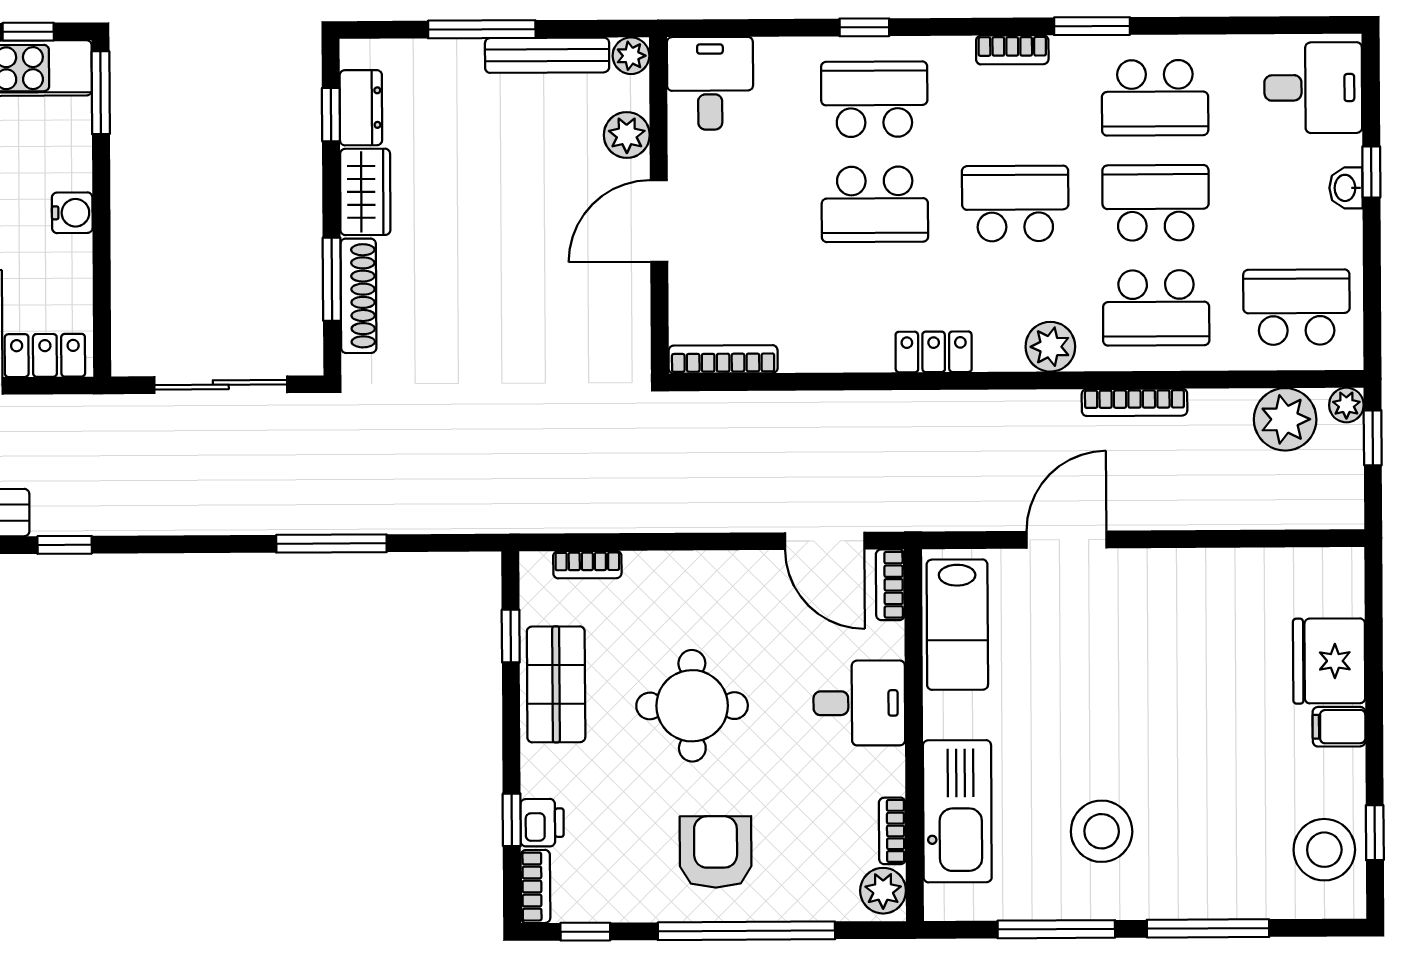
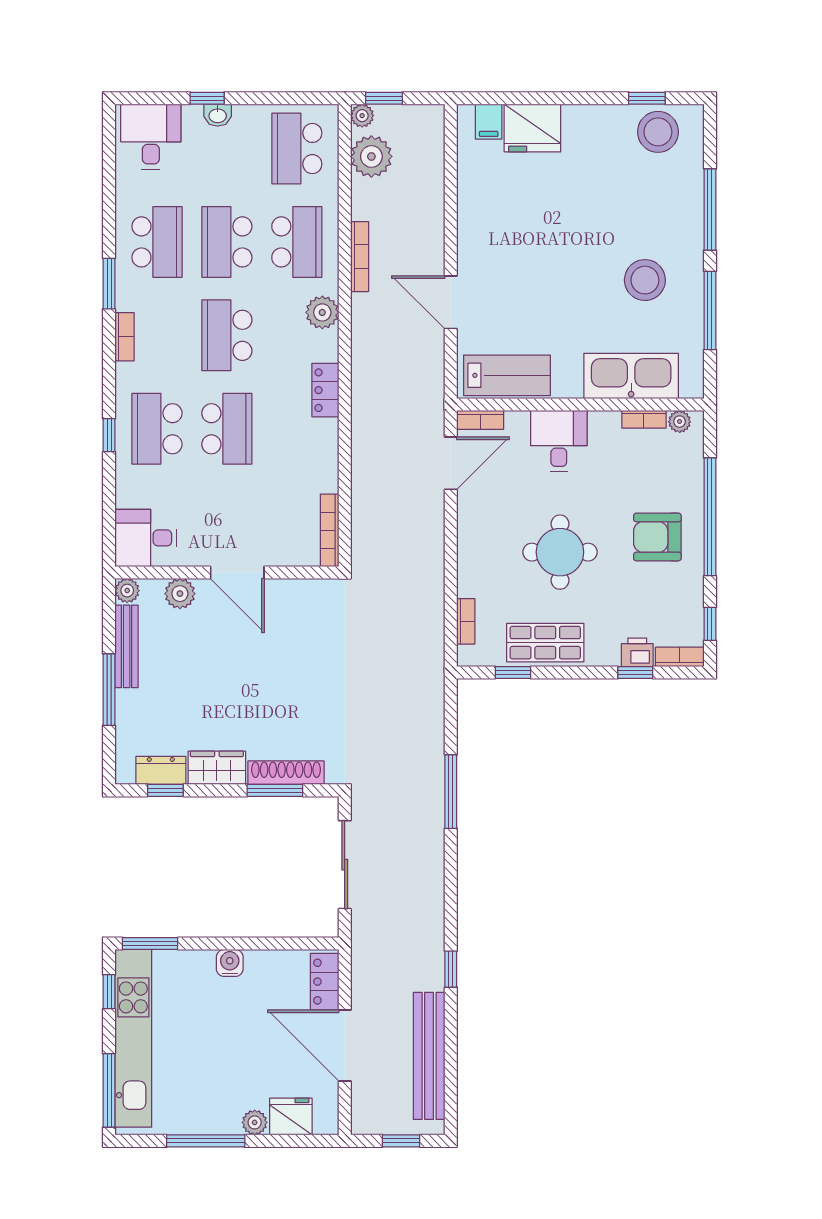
filing cabinet: (1339, 727) -> (489, 122), moved
plant: (883, 891) -> (680, 422), width x0.73, depth x0.73

